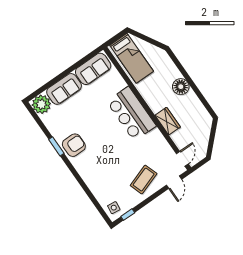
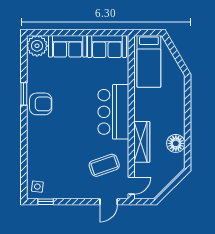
floor lamp: (181, 87) -> (176, 143), moved
wardrobe: (168, 121) -> (142, 142), width x1.50
coffee table: (144, 180) -> (104, 165), moved

